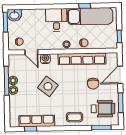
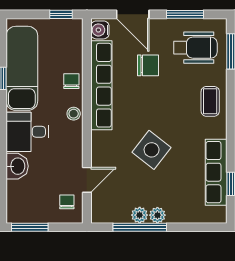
washbasin: (14, 15) -> (17, 166), moved
water cooler: (45, 59) -> (100, 30), moved
wheelchair: (103, 109) -> (195, 48), turned 90

